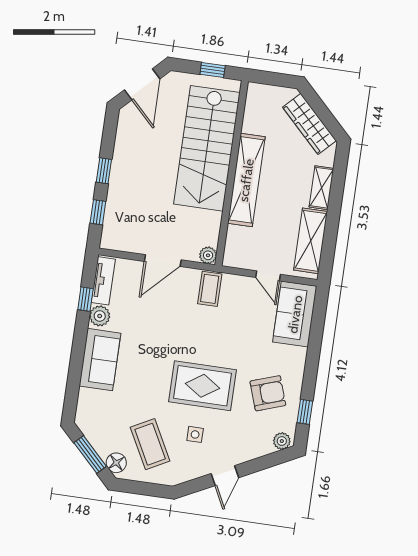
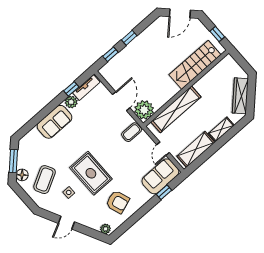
stairs: (207, 148) -> (195, 65), width x0.73, depth x0.66
shelving: (246, 180) -> (176, 109), moved
plant: (208, 255) -> (144, 110), width x1.87, depth x1.87
door: (163, 261) -> (121, 101), swing flipped
window: (305, 412) -> (164, 192), moved

